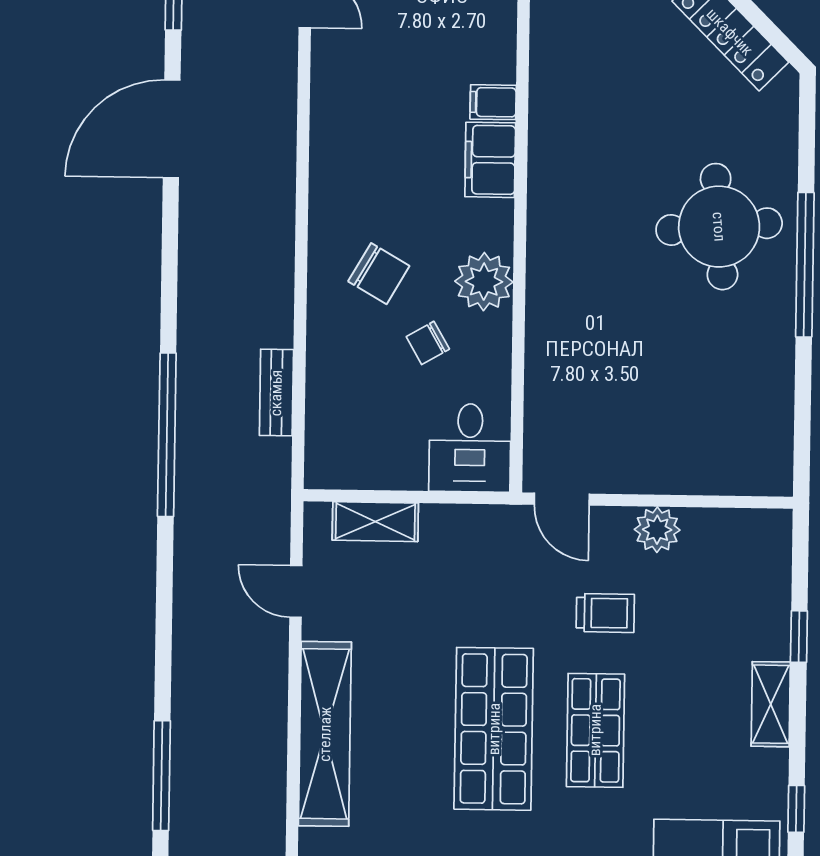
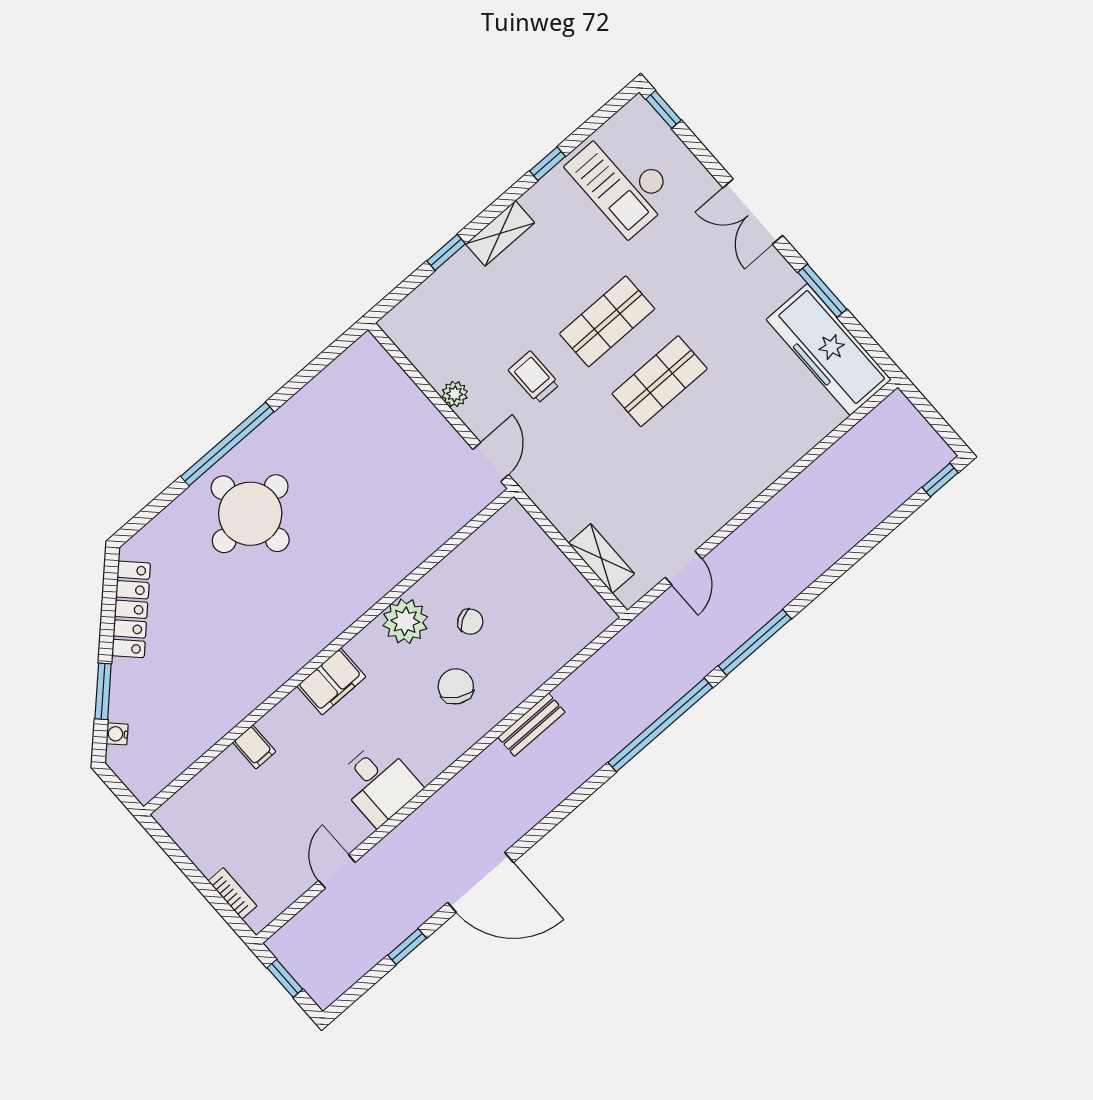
filing cabinet: (493, 102) -> (254, 747), moved
bench: (276, 393) -> (531, 725), moved
desk: (470, 448) -> (379, 783), moved, turned 90
plant: (657, 530) -> (455, 394), width x0.73, depth x0.73
shop shelf: (494, 729) -> (660, 381), width x0.70, depth x0.74
shelving: (325, 734) -> (751, 476), removed
window: (161, 776) -> (755, 642), moved

